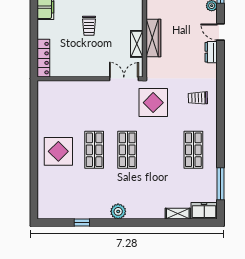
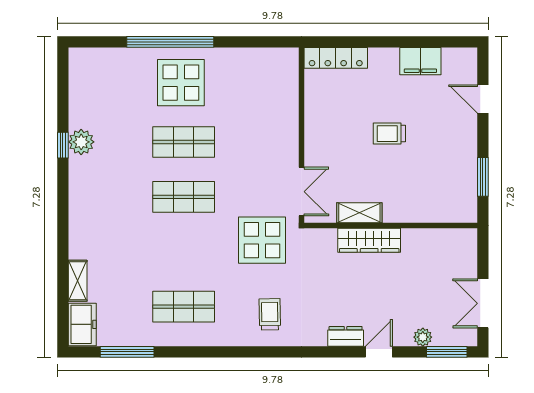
window: (34, 158) -> (170, 42), added
plant: (118, 211) -> (81, 142), moved
window: (82, 223) -> (63, 145), moved

